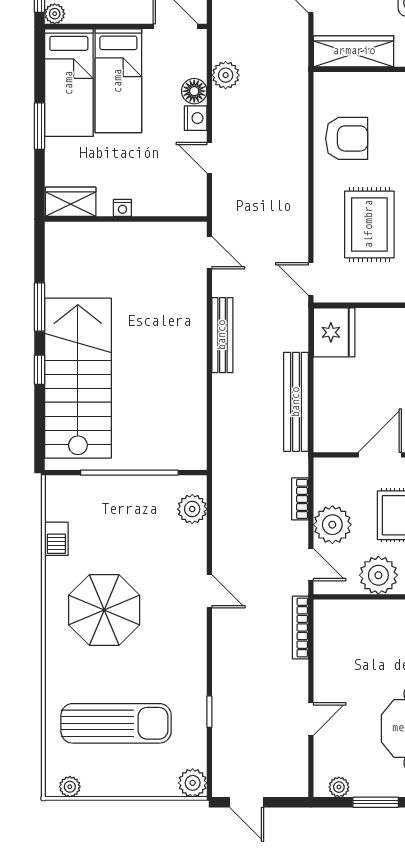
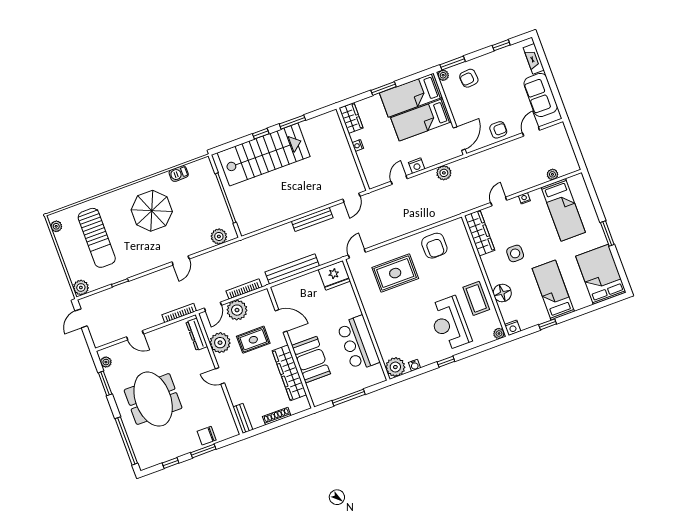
floor lamp: (194, 91) -> (430, 160), removed
bookcase: (300, 499) -> (244, 289), width x1.56
dresser: (349, 611) -> (197, 334), added

